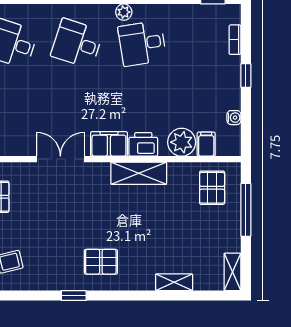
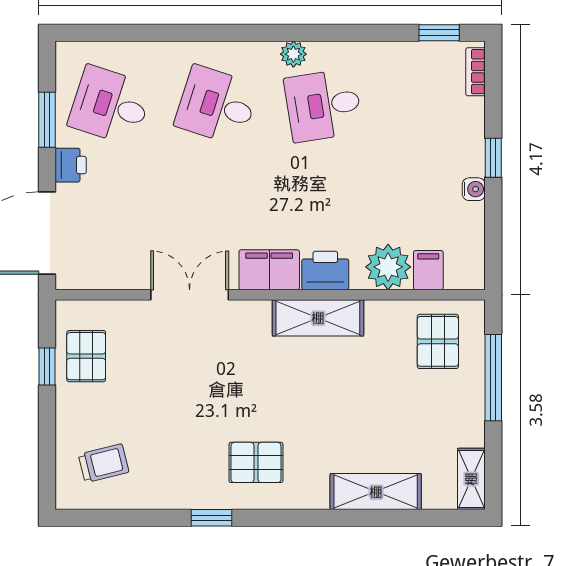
bookcase: (235, 40) -> (476, 72), moved
water cooler: (234, 118) -> (474, 189), moved
shelving: (174, 282) -> (376, 492), width x1.50, depth x1.33

